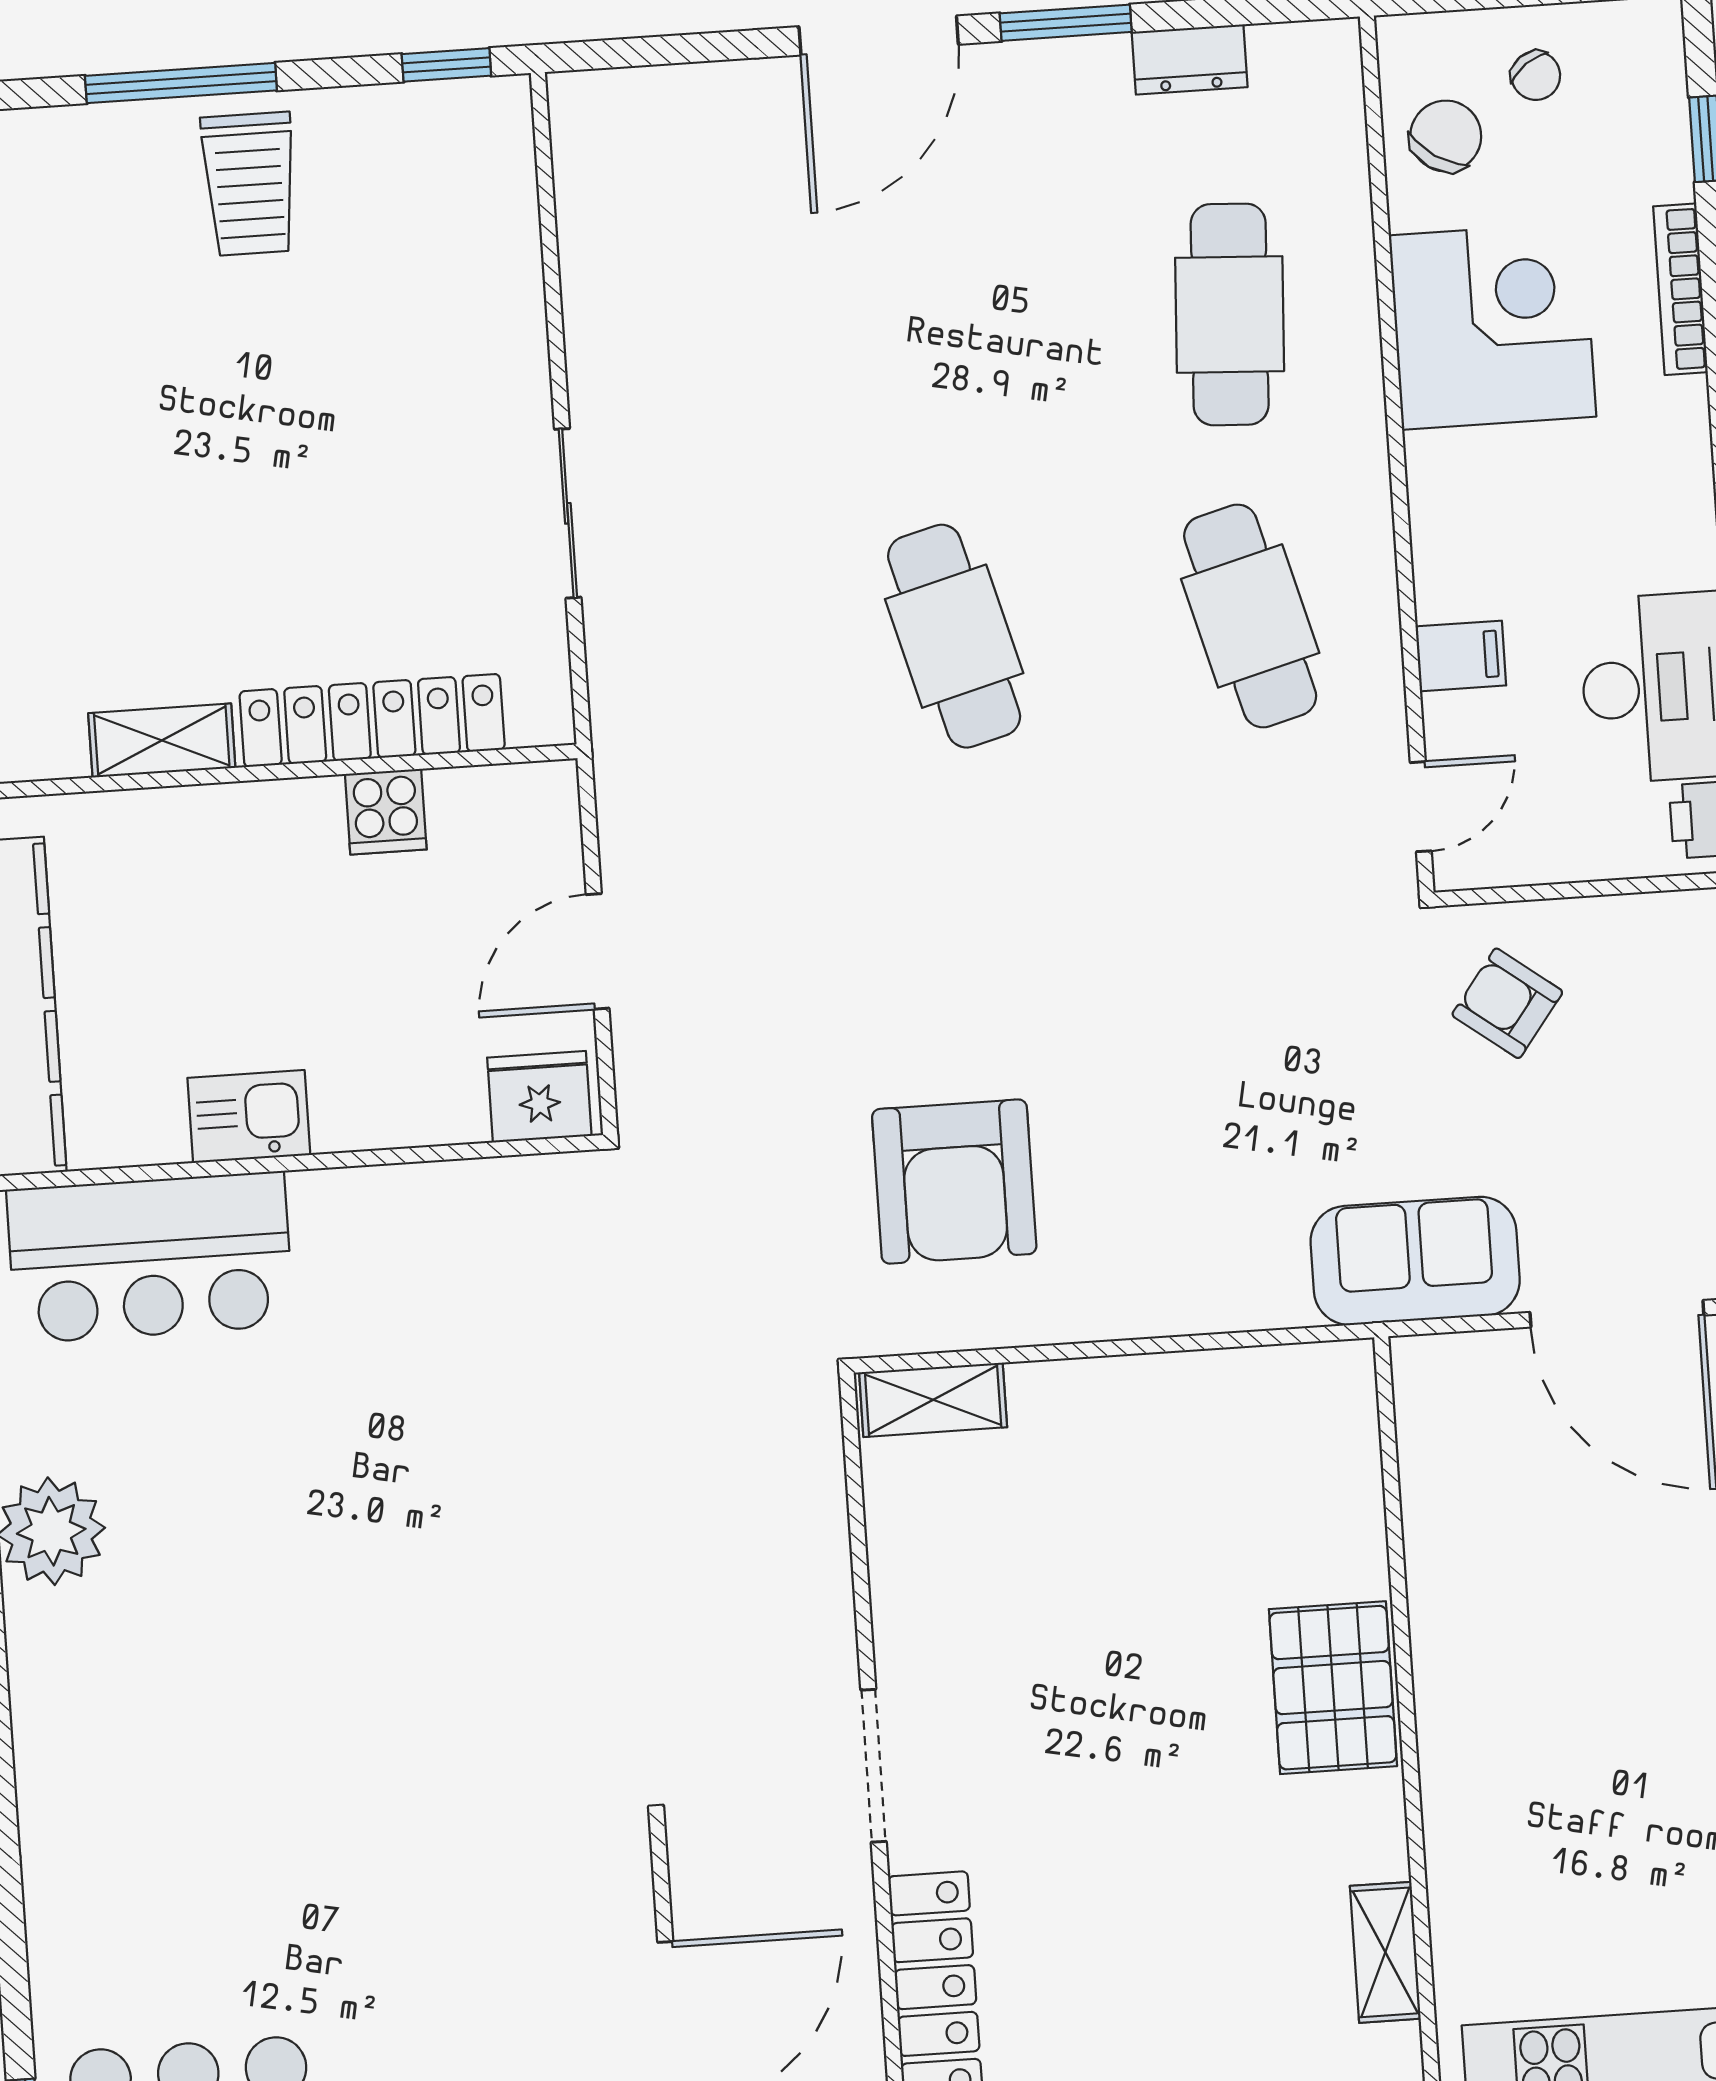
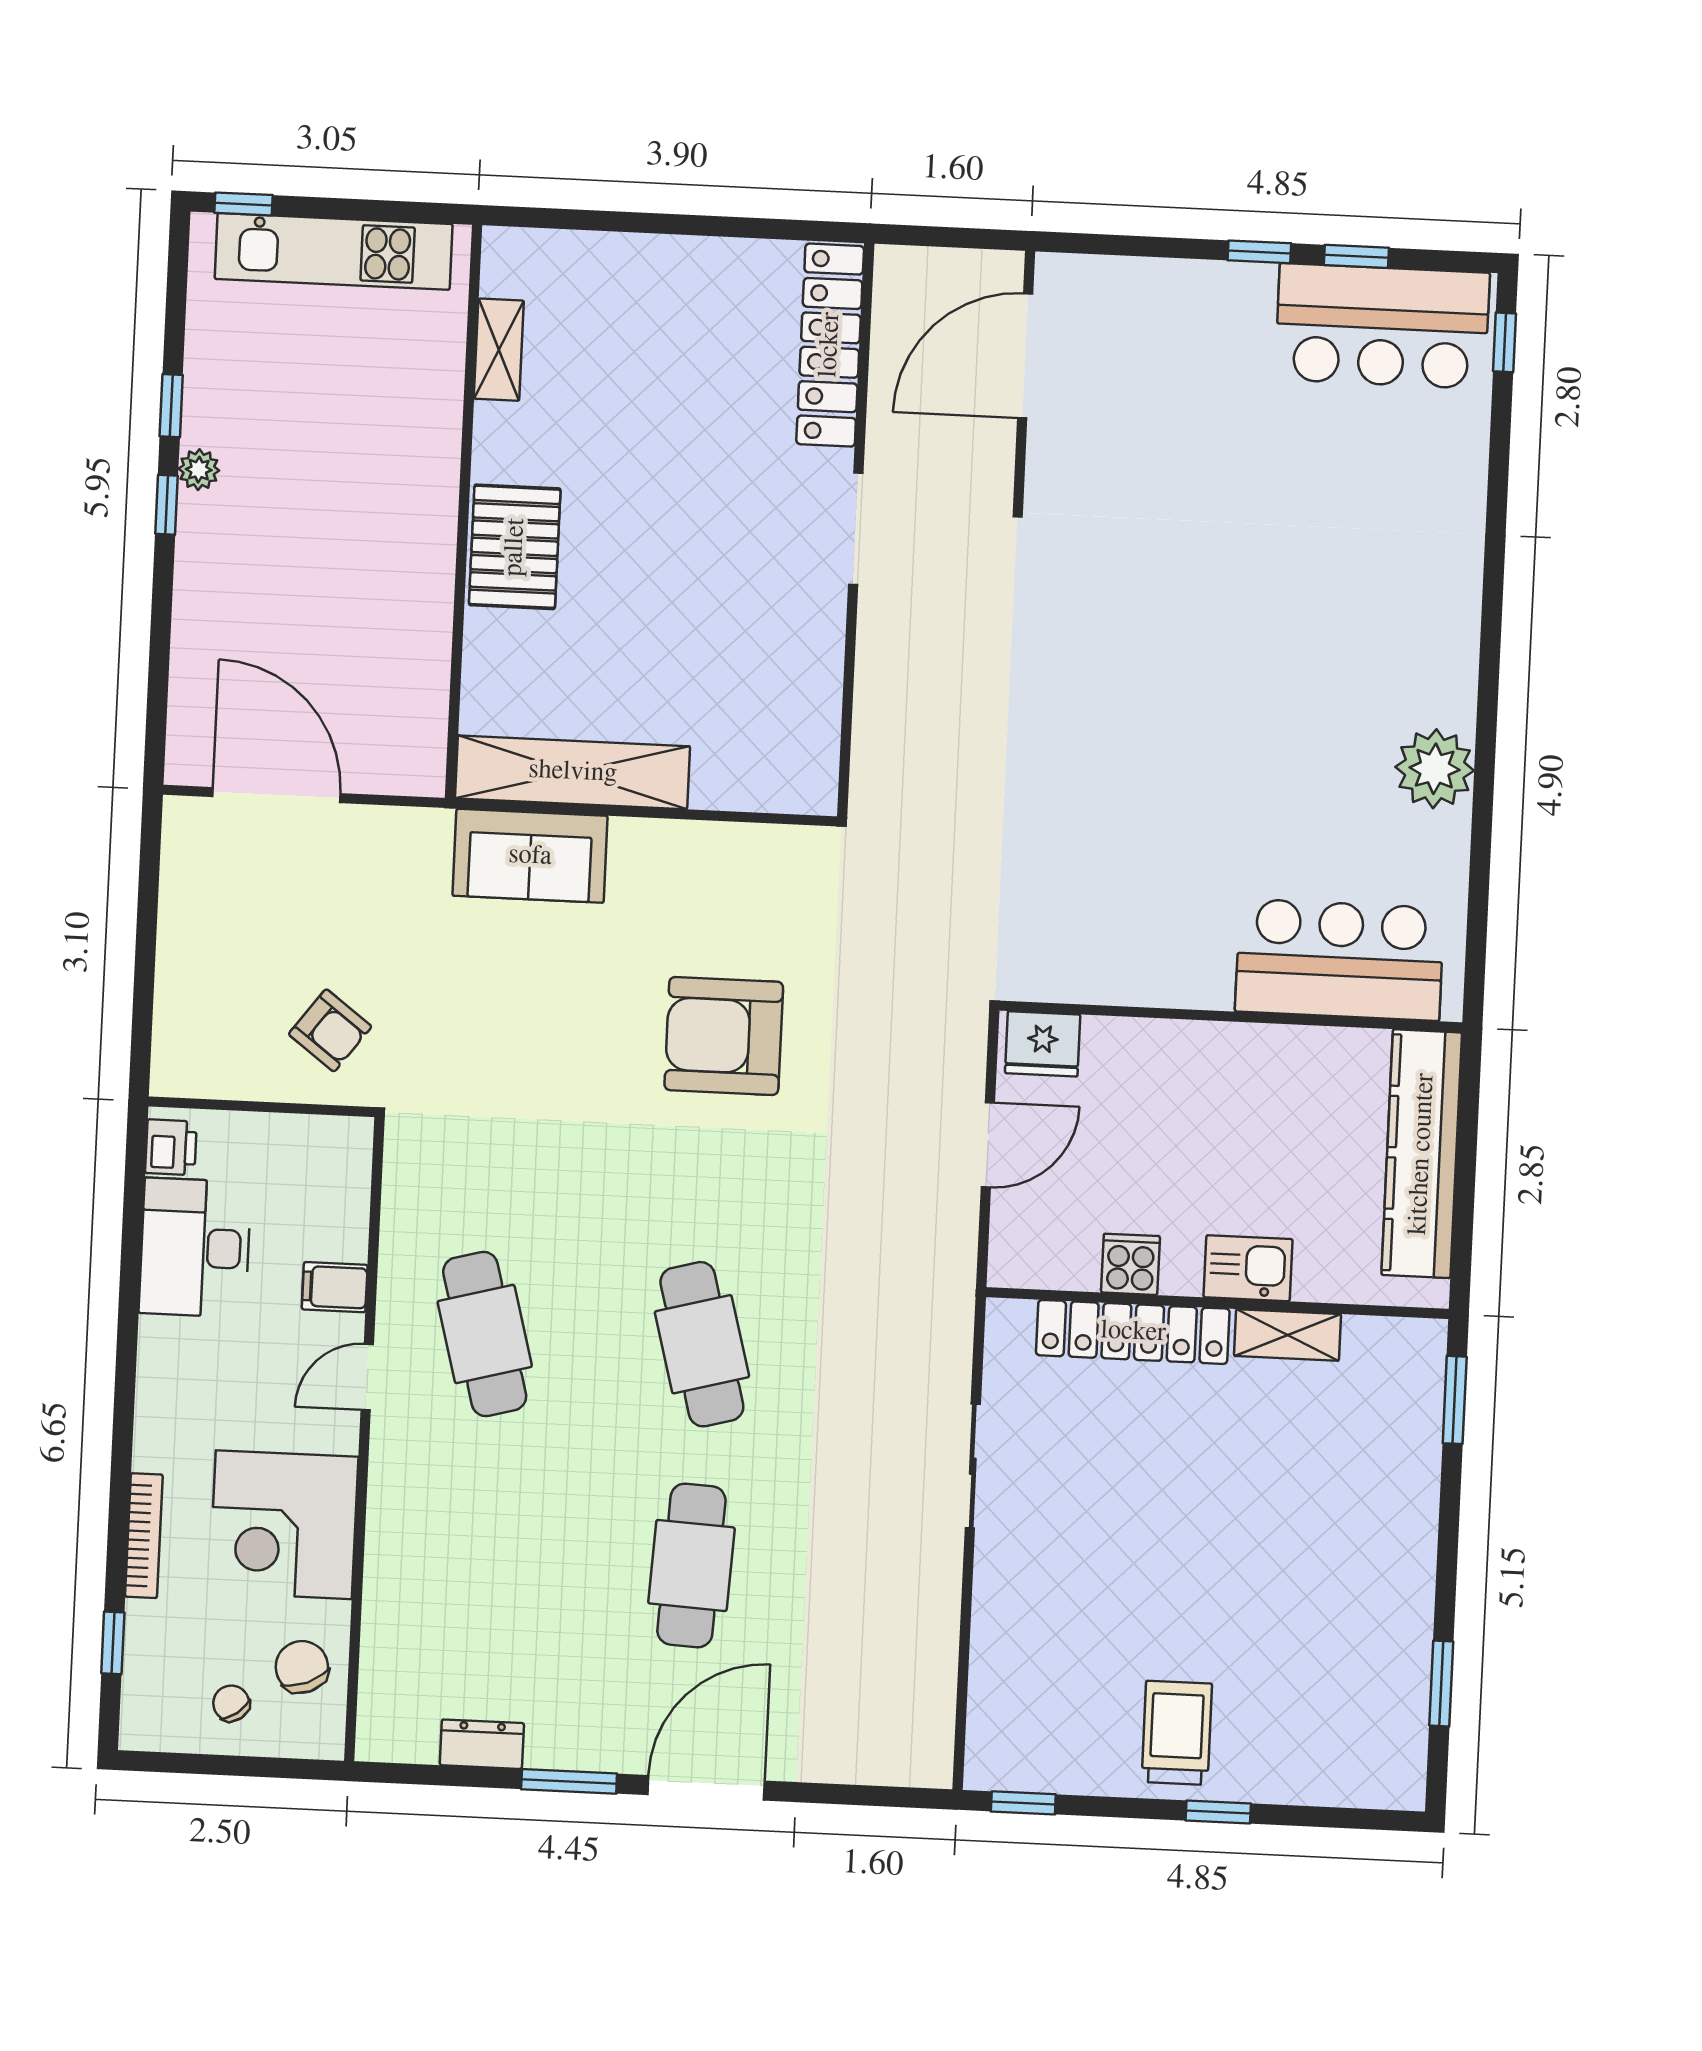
window: (181, 83) -> (1218, 1812), width x0.46
chair: (1446, 136) -> (302, 1667), turned 125
cafe table: (1230, 314) -> (691, 1565), moved
door: (1421, 807) -> (367, 1377), moved
kitchen sink: (249, 1116) -> (1248, 1268), moved, turned 180
armchair: (954, 1182) -> (724, 1036), moved, turned -90
sofa: (1415, 1261) -> (530, 856), moved
shelving: (933, 1400) -> (573, 772), moved, width x2.20, depth x1.33

